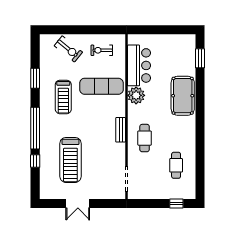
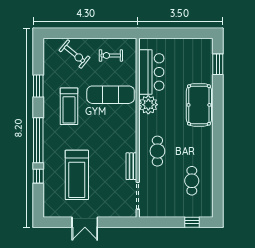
bench: (121, 130) -> (131, 166), moved

